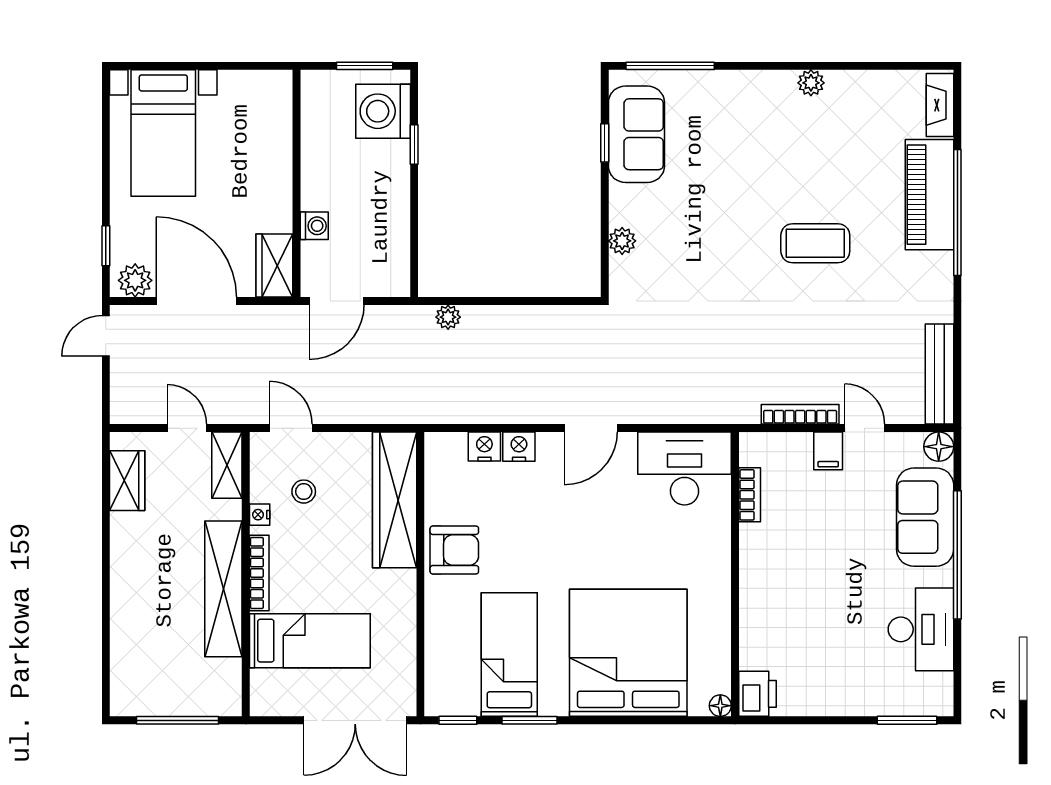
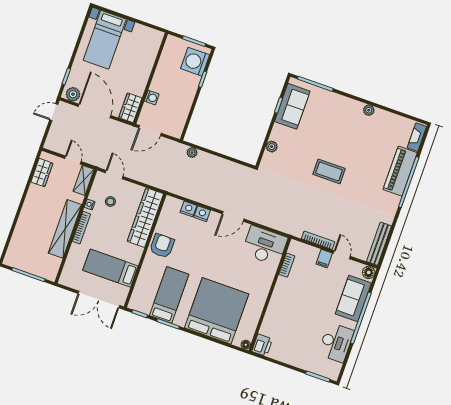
coffee table: (815, 243) -> (329, 171), moved
armchair: (454, 550) -> (162, 246), turned -90
bed: (310, 641) -> (110, 268), moved, turned 180

